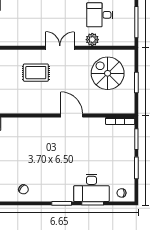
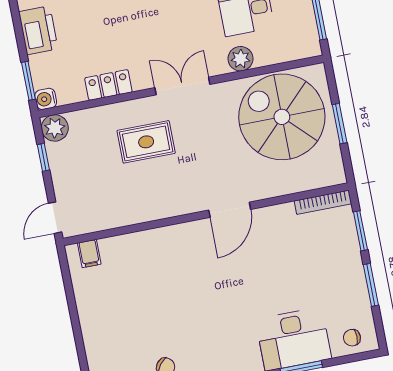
locker: (22, 40) -> (108, 85), added
spiral stairs: (108, 73) -> (282, 117), width x1.37, depth x1.37
door: (72, 115) -> (230, 210), swing flipped

